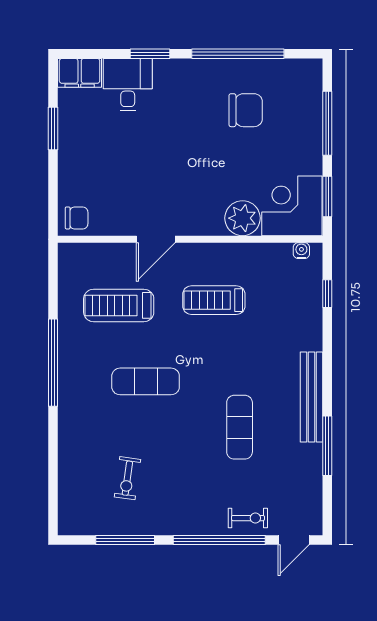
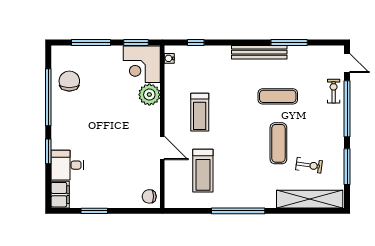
chair: (246, 110) -> (69, 81), moved
chair: (77, 218) -> (149, 196), turned -90
exercise mat: (146, 381) -> (278, 143), moved
shelving: (72, 479) -> (310, 199), added

